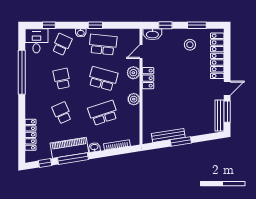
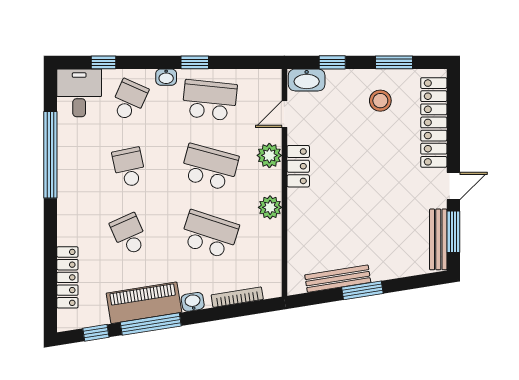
school desk: (103, 113) -> (210, 234), turned 36

